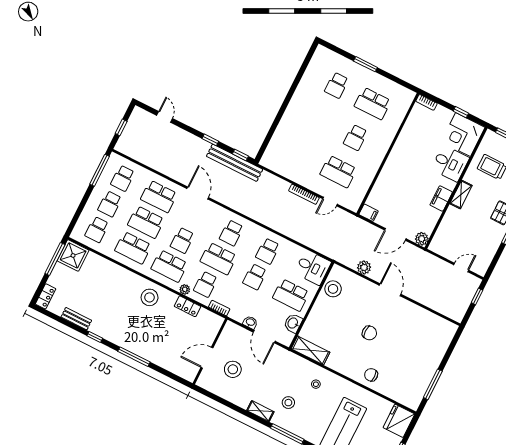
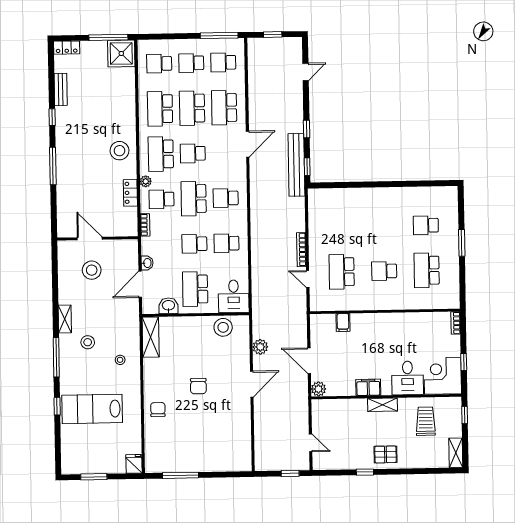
filing cabinet: (369, 213) -> (343, 323), moved
fridge: (399, 421) -> (134, 464), width x0.53, depth x0.75

